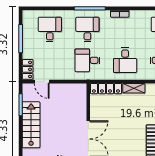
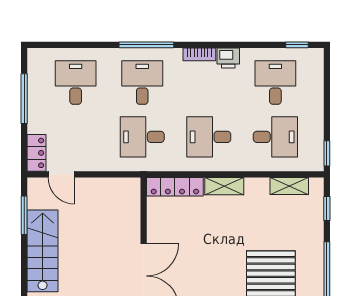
printer: (136, 16) -> (228, 58), added
desk: (125, 60) -> (209, 137), turned 90

